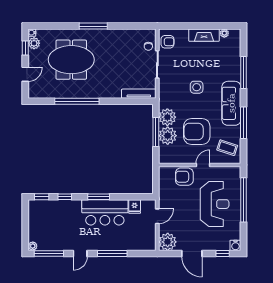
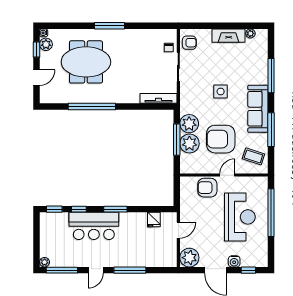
bar counter: (105, 212) -> (94, 226), moved
water cooler: (235, 245) -> (234, 261), moved

